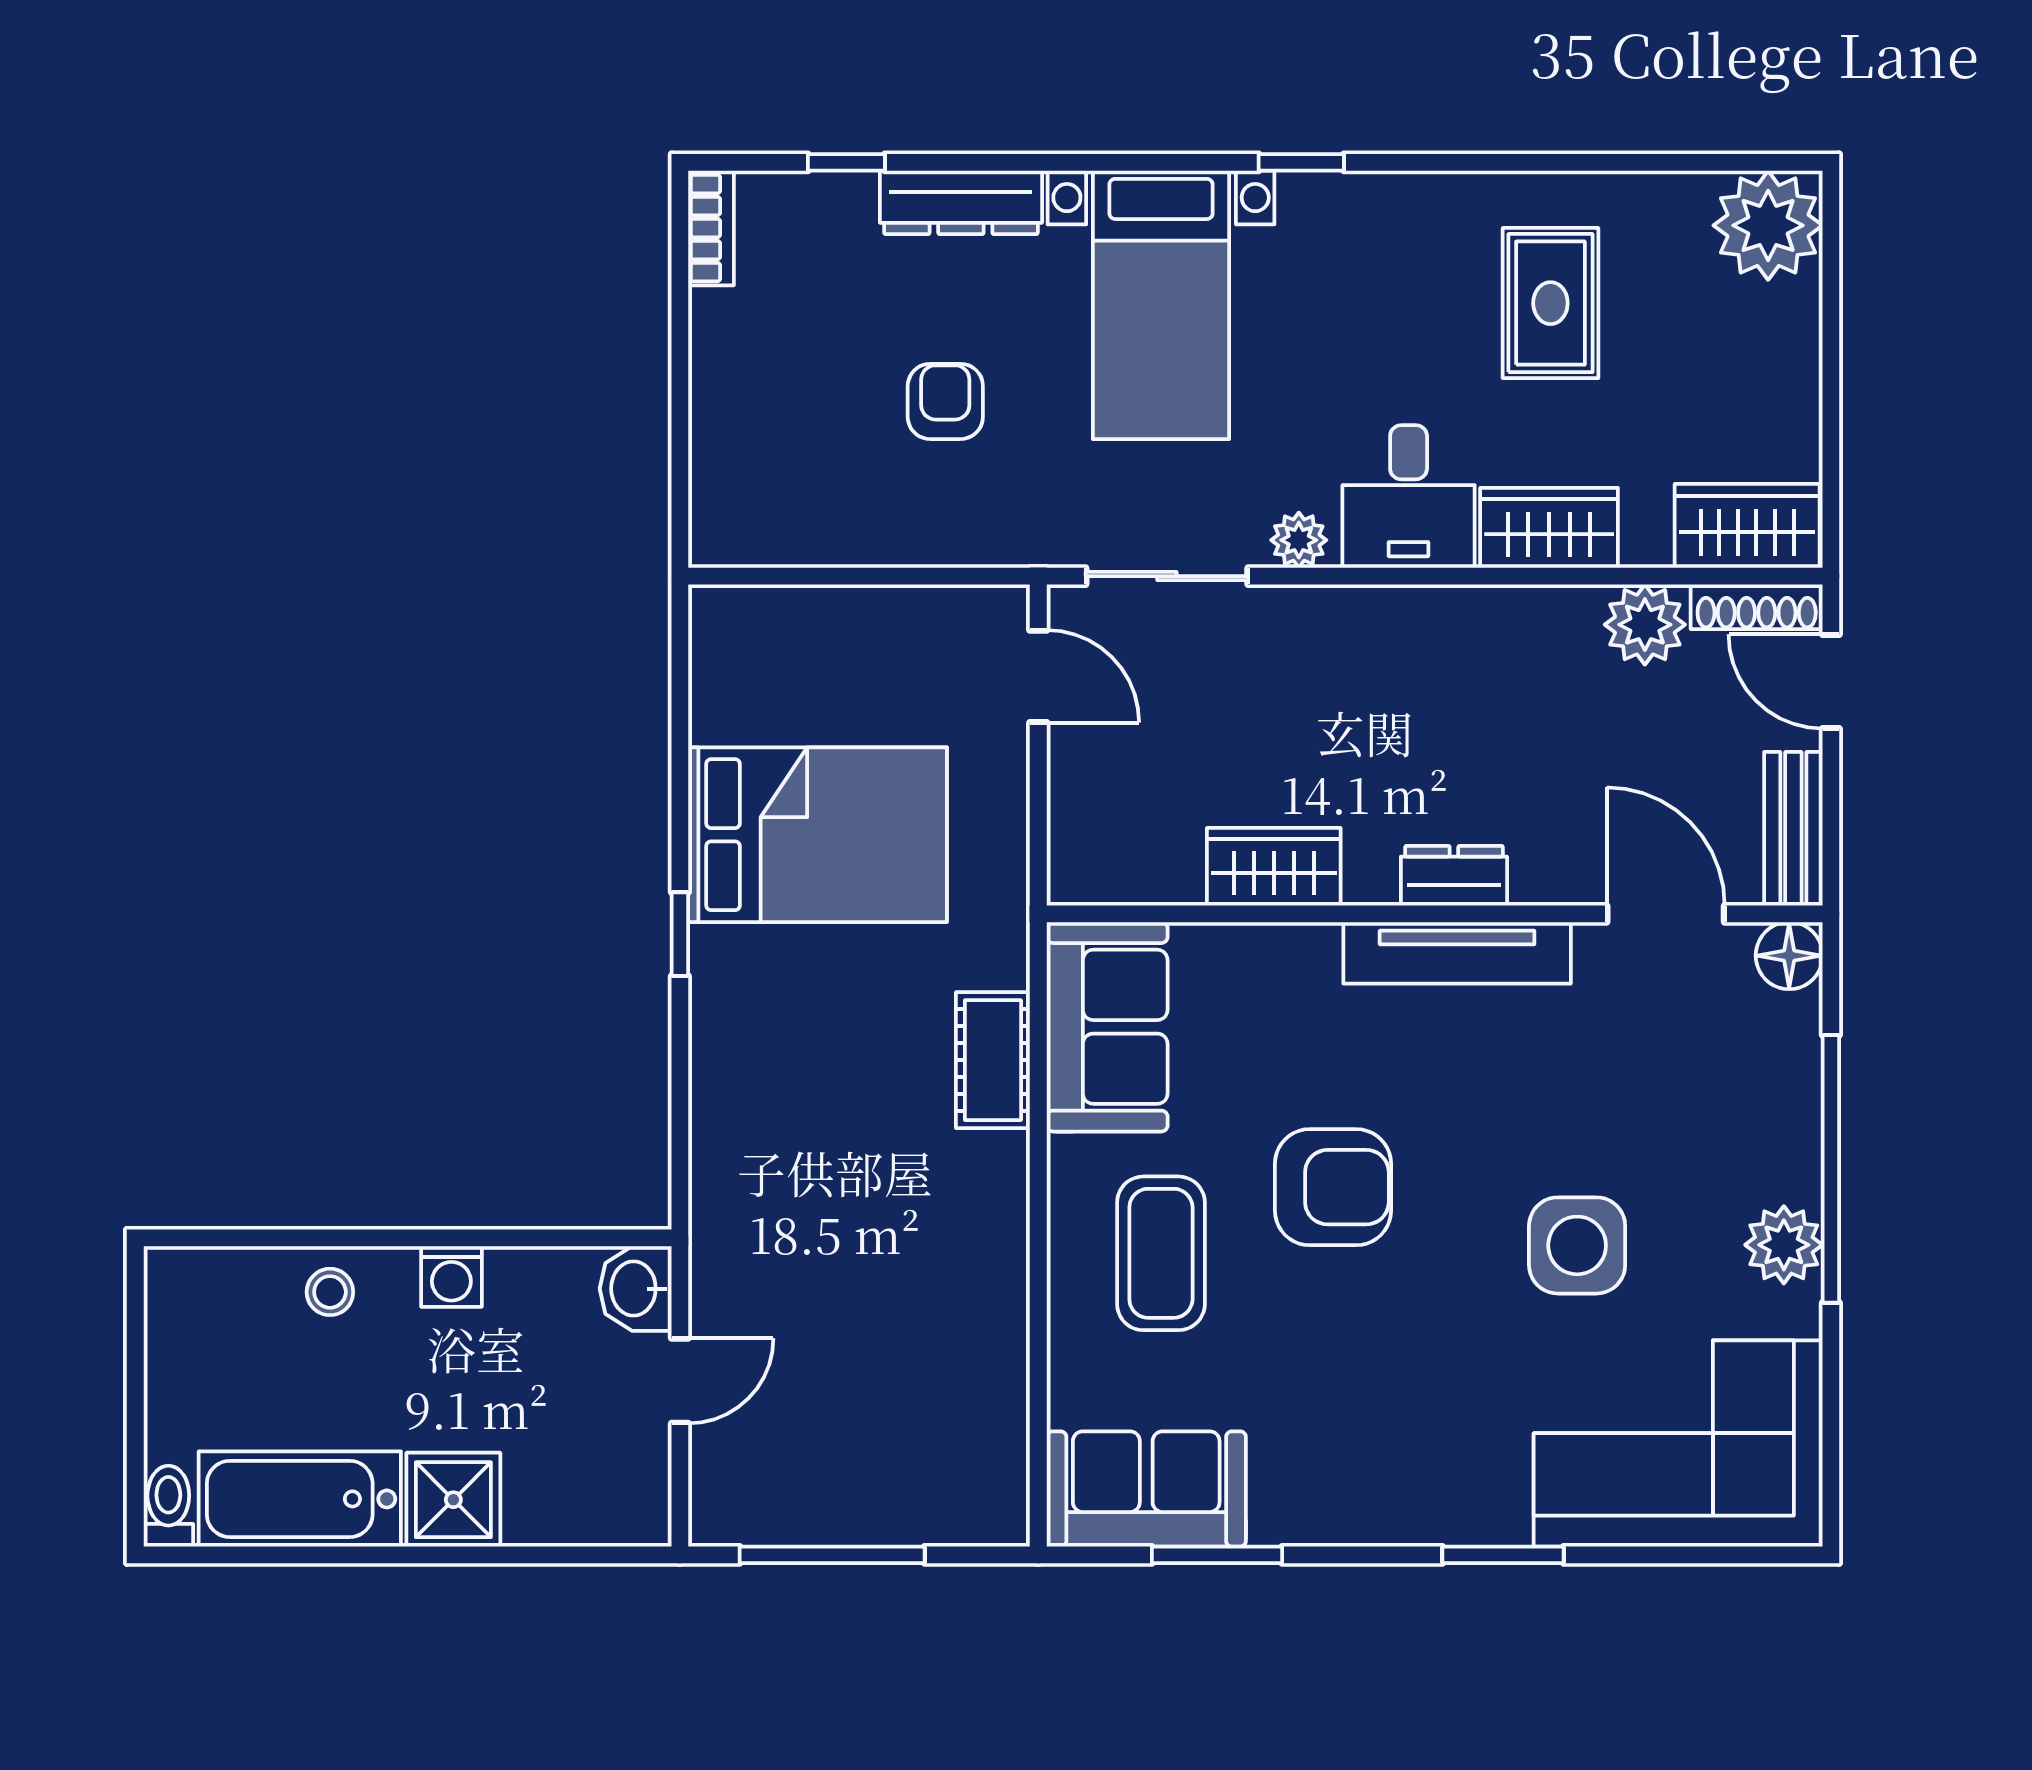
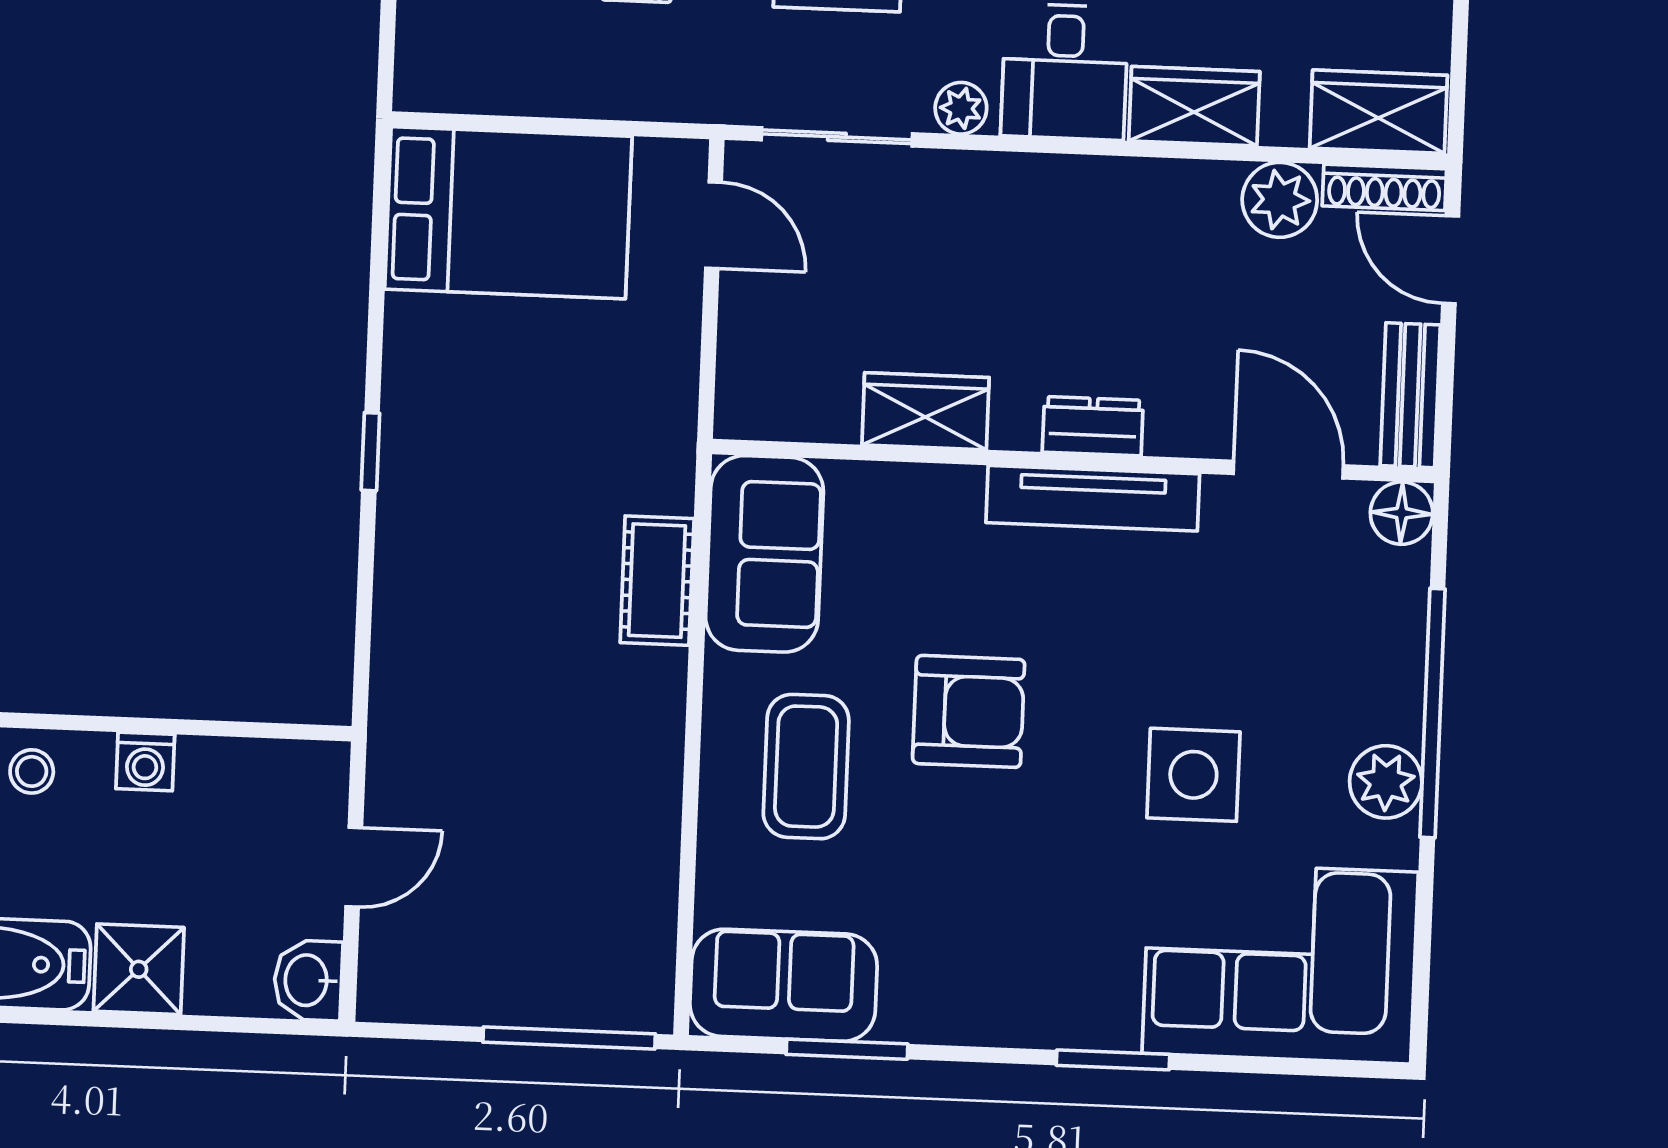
bed: (818, 835) -> (508, 213), moved
washbasin: (636, 1289) -> (308, 980), moved
window: (832, 1555) -> (569, 1038), moved

